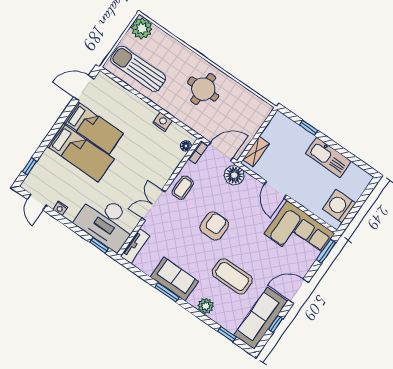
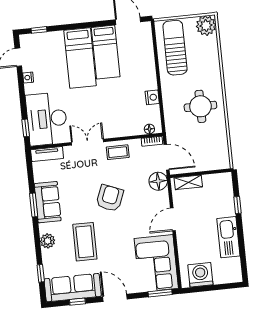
armchair: (214, 226) -> (110, 198), turned -68

